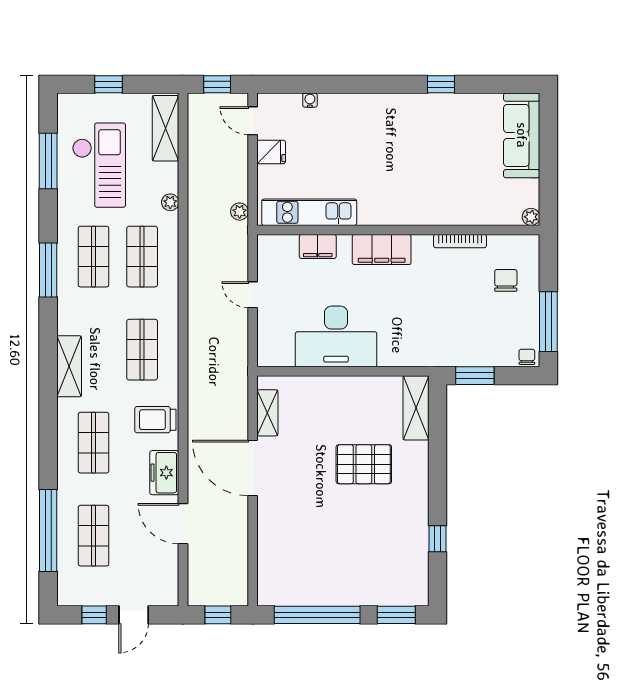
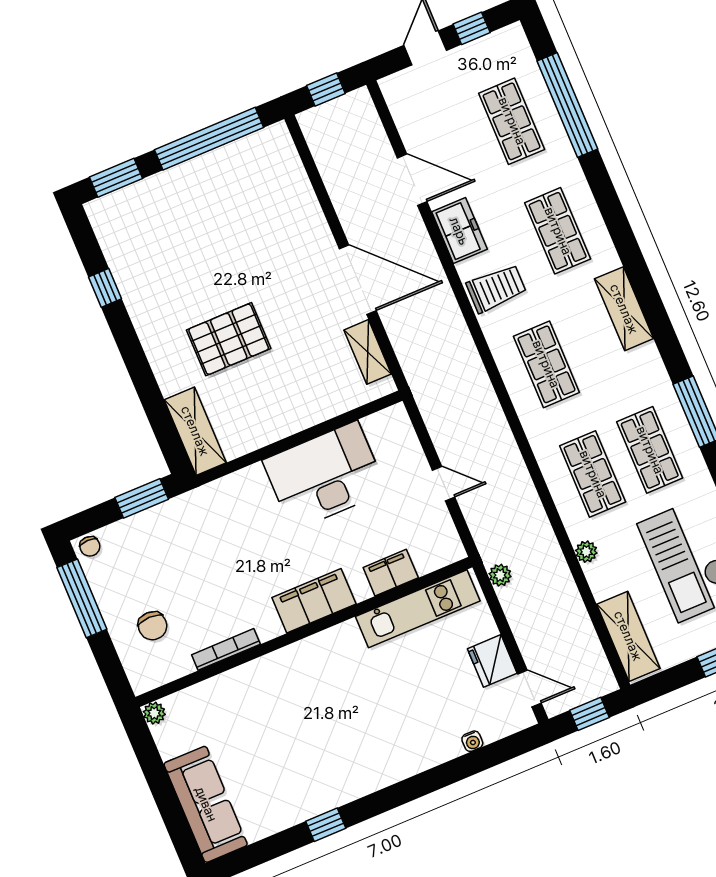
fridge: (271, 152) -> (492, 661), width x1.38

